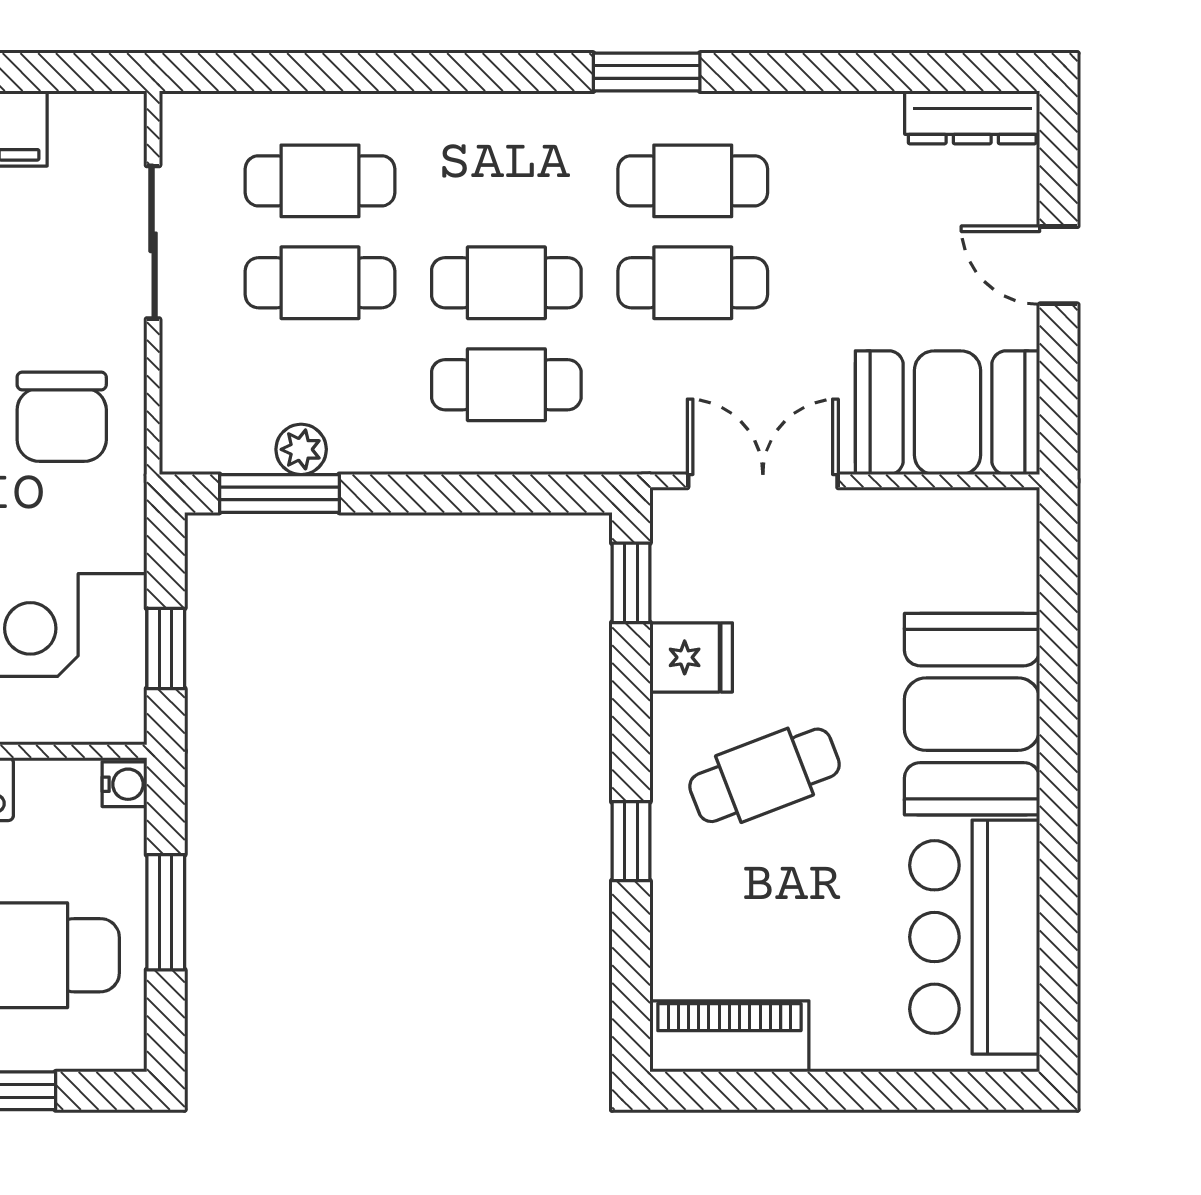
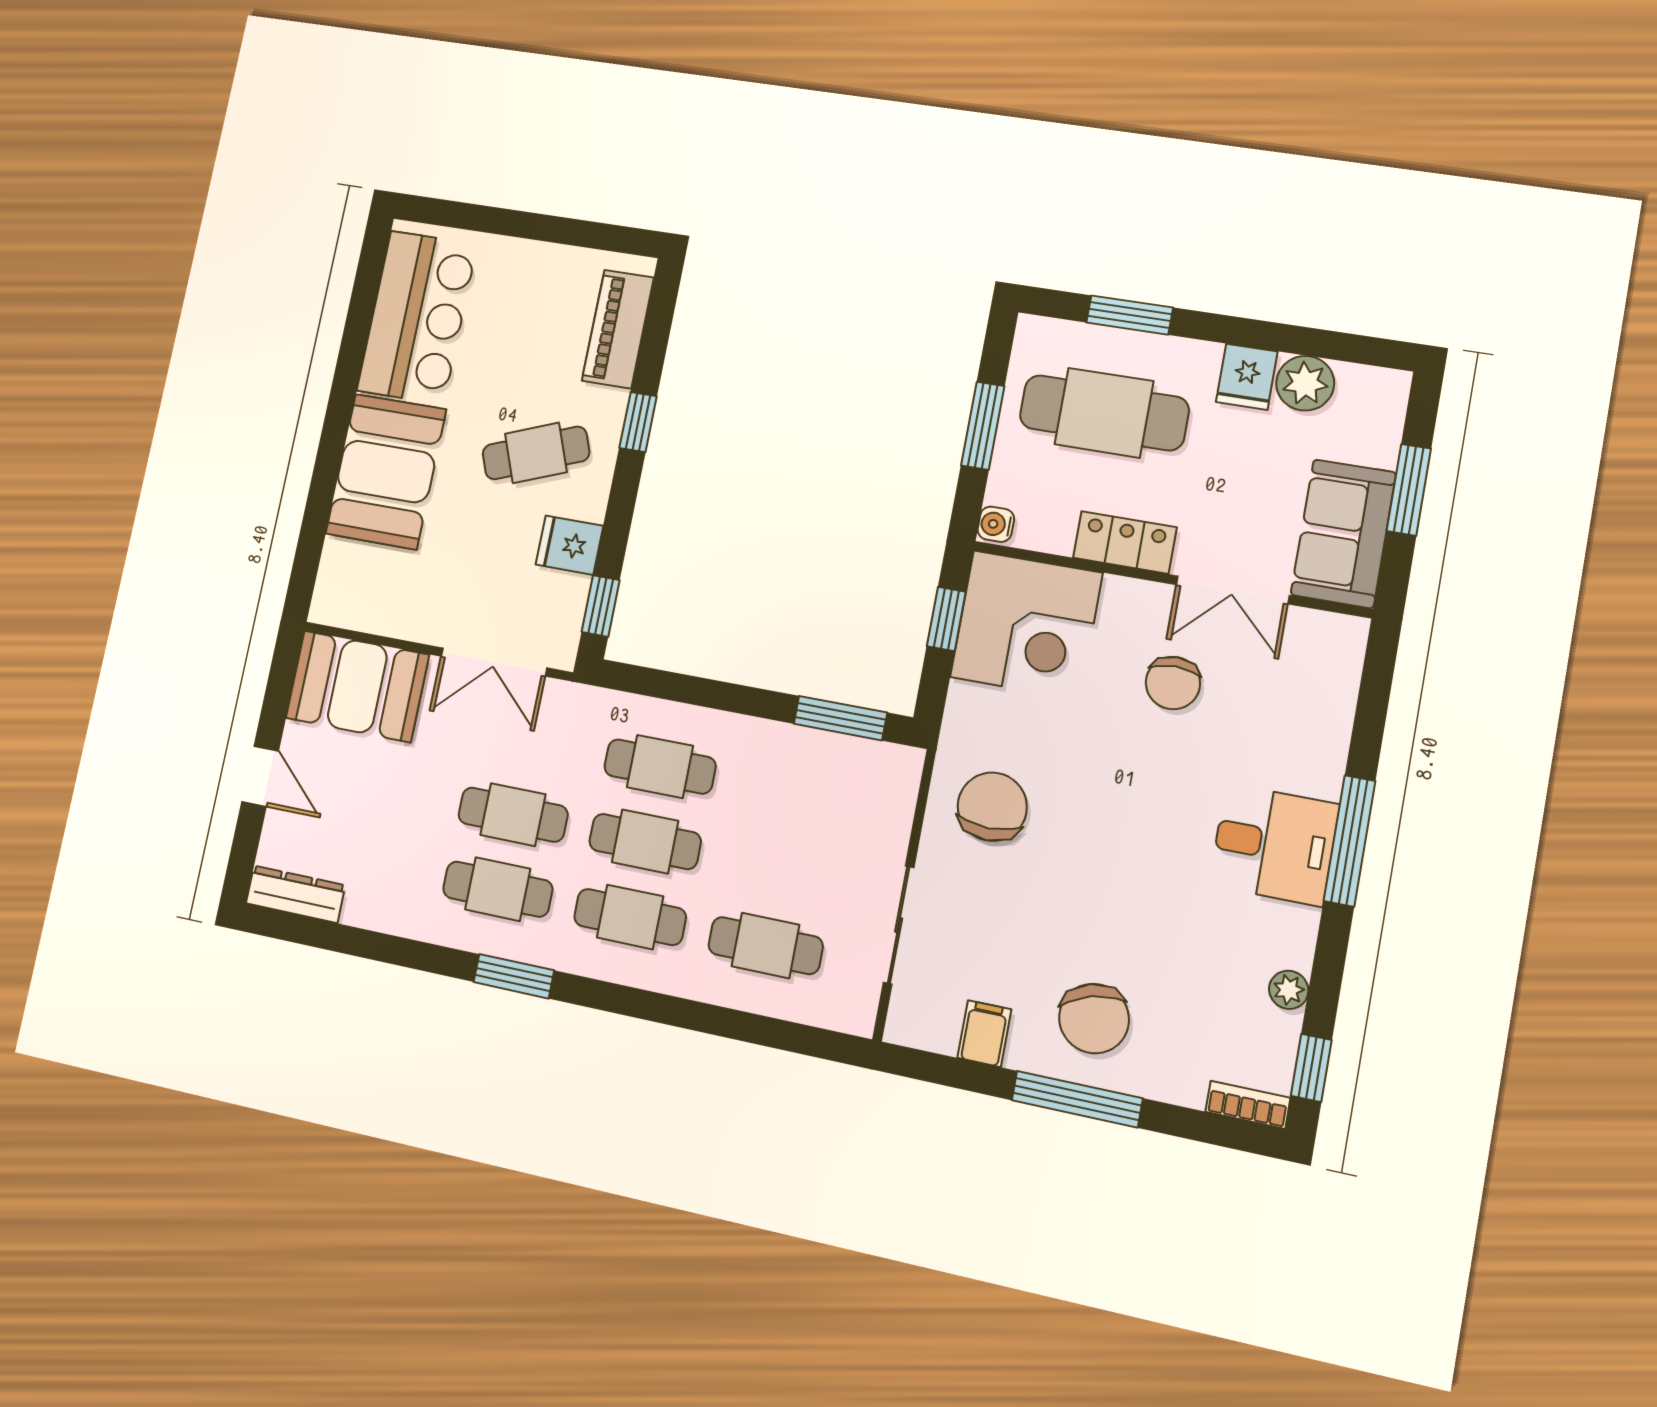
cafe table: (320, 283) -> (630, 917), moved
plant: (301, 449) -> (818, 748), removed
piano: (729, 1036) -> (618, 329), moved, turned 90

